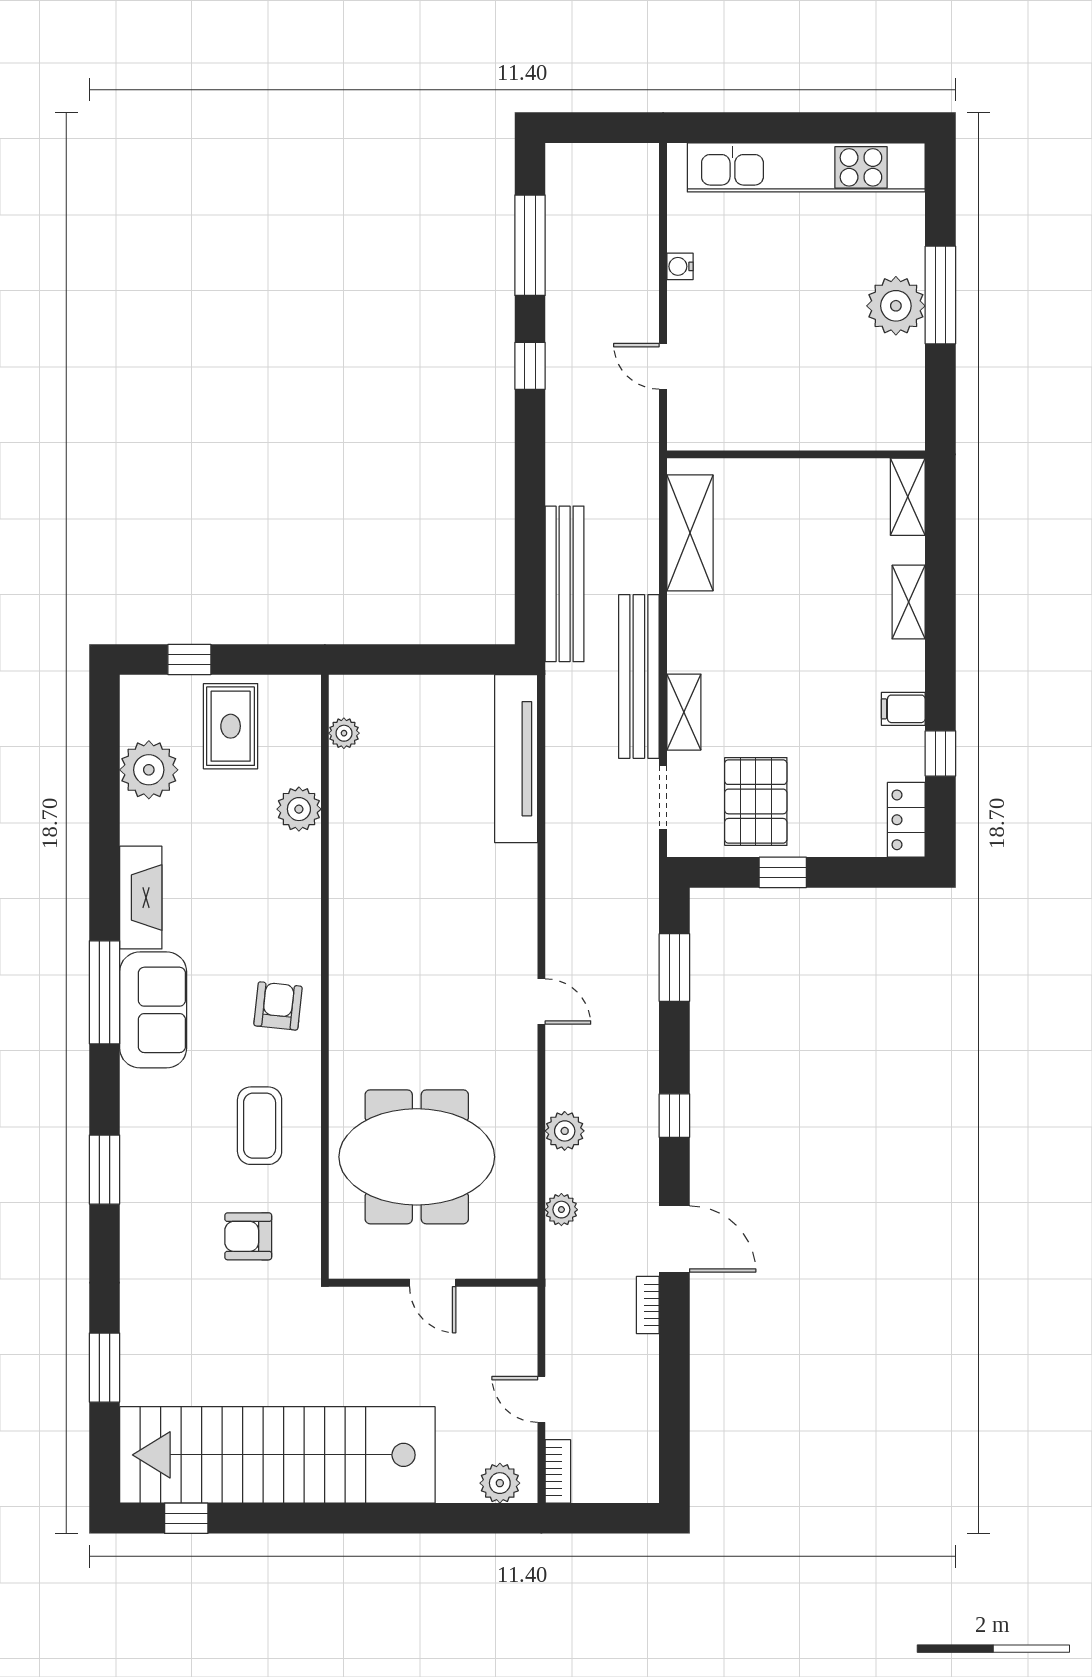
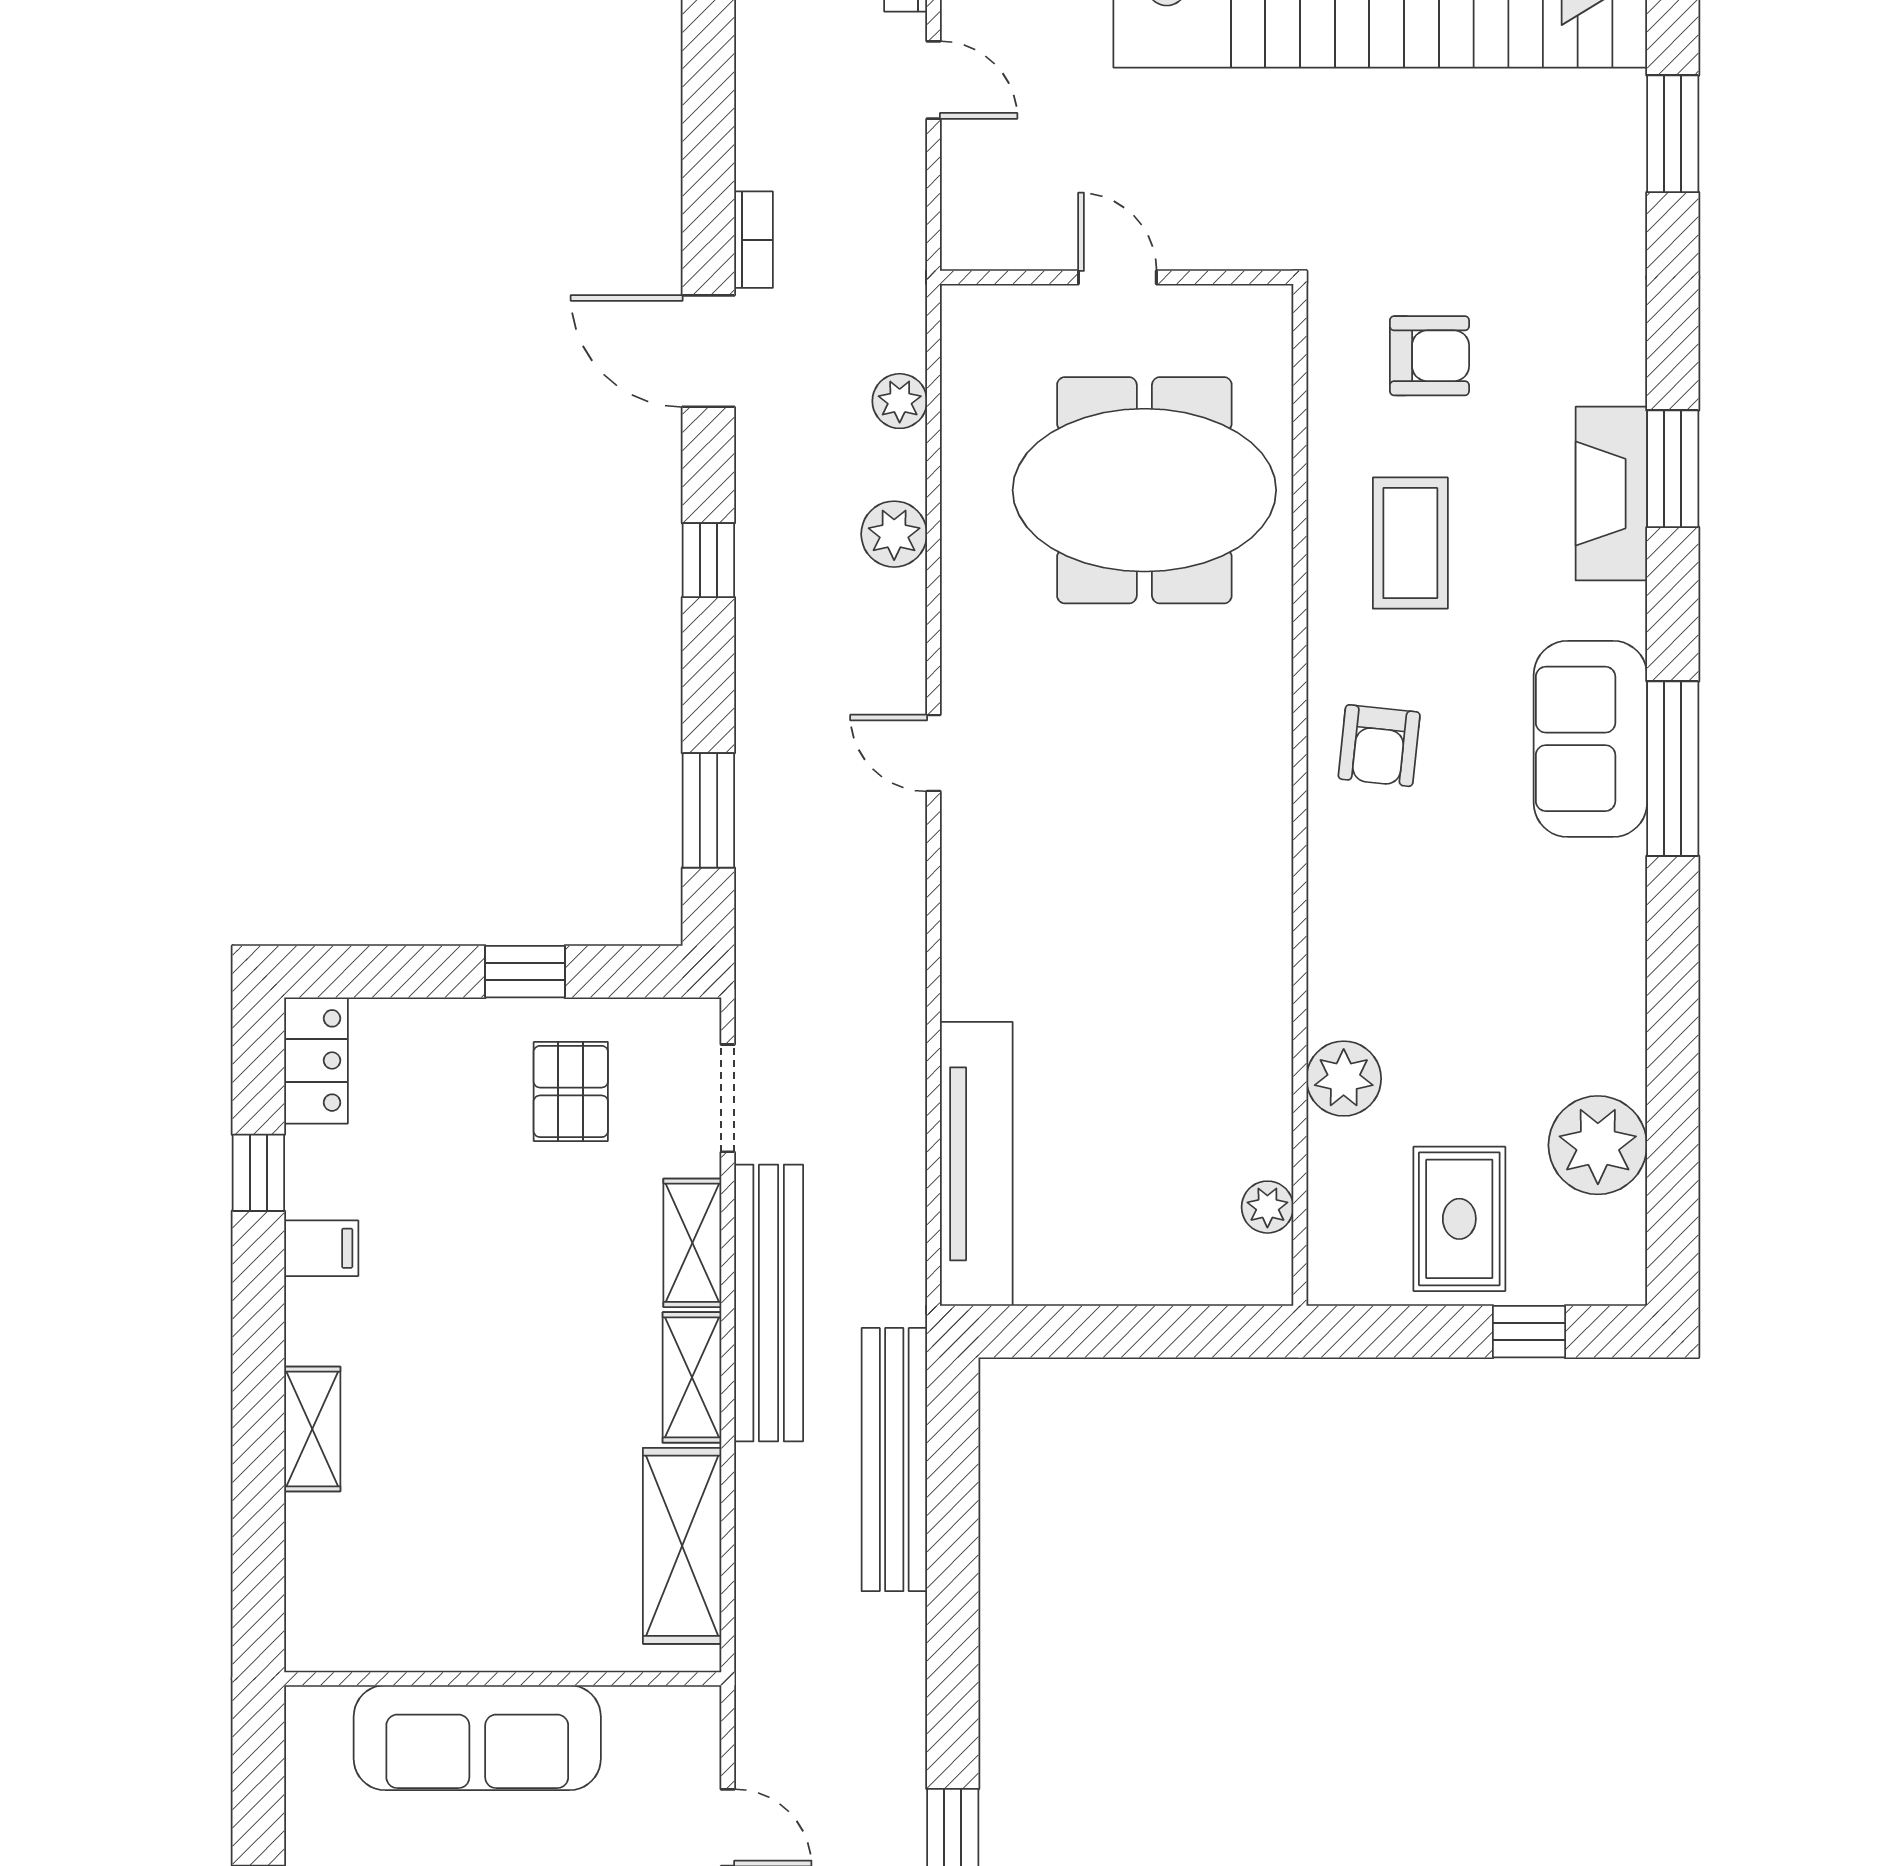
sofa: (811, 420) -> (477, 1738), added
shelving: (908, 497) -> (692, 1377), moved
pallet: (756, 801) -> (571, 1091), width x0.67, depth x0.71
fireplace: (141, 898) -> (1611, 494), moved

